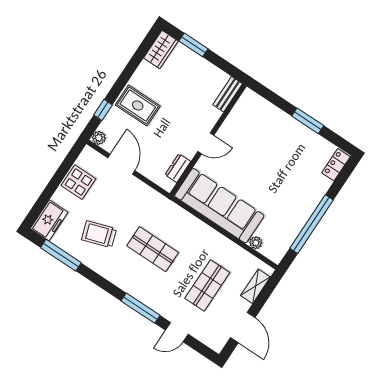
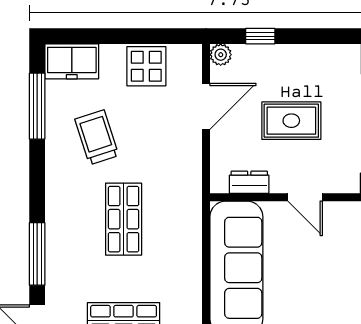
rug: (138, 105) -> (291, 121), moved, turned 90

